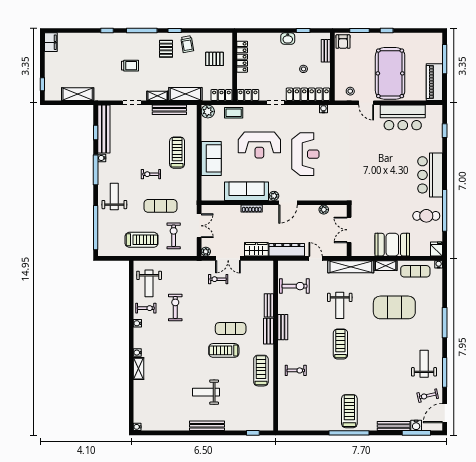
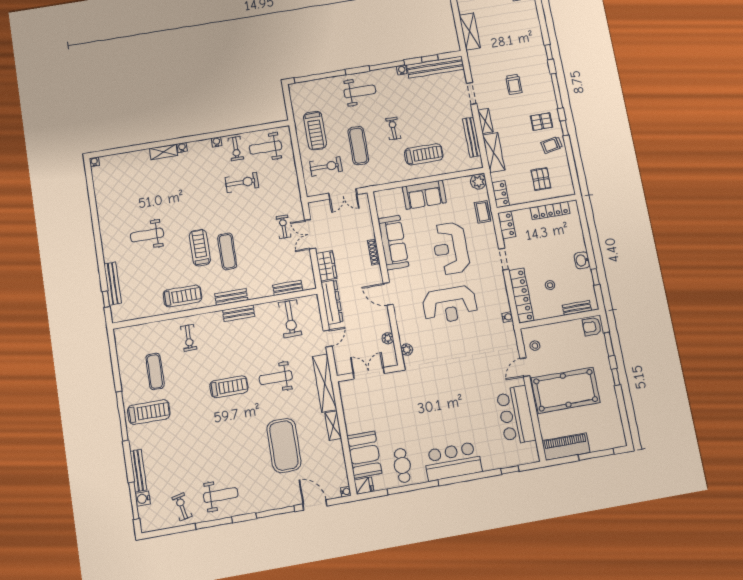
plant: (274, 196) -> (407, 350), moved
booth: (392, 245) -> (364, 455), moved
plant: (206, 252) -> (314, 207), removed
exercise mat: (415, 271) -> (155, 371), moved
bench: (269, 305) -> (288, 288), moved
weight bench: (206, 392) -> (147, 235), turned -90
door: (445, 413) -> (315, 505), moved
bench: (207, 426) -> (113, 283), moved

